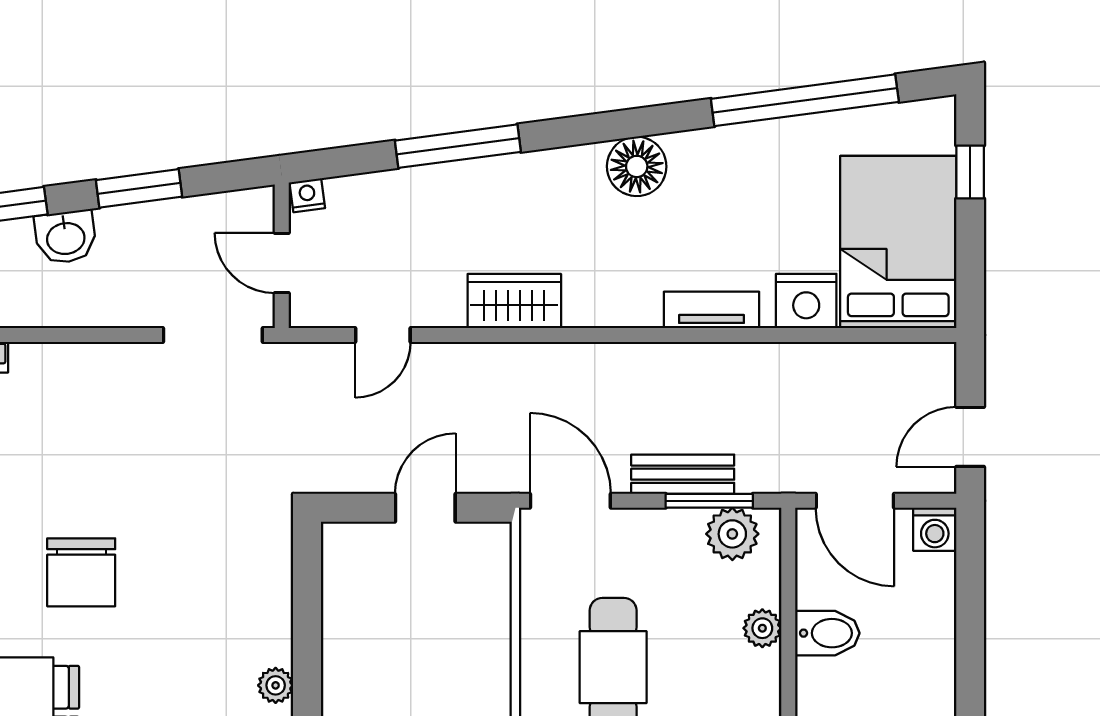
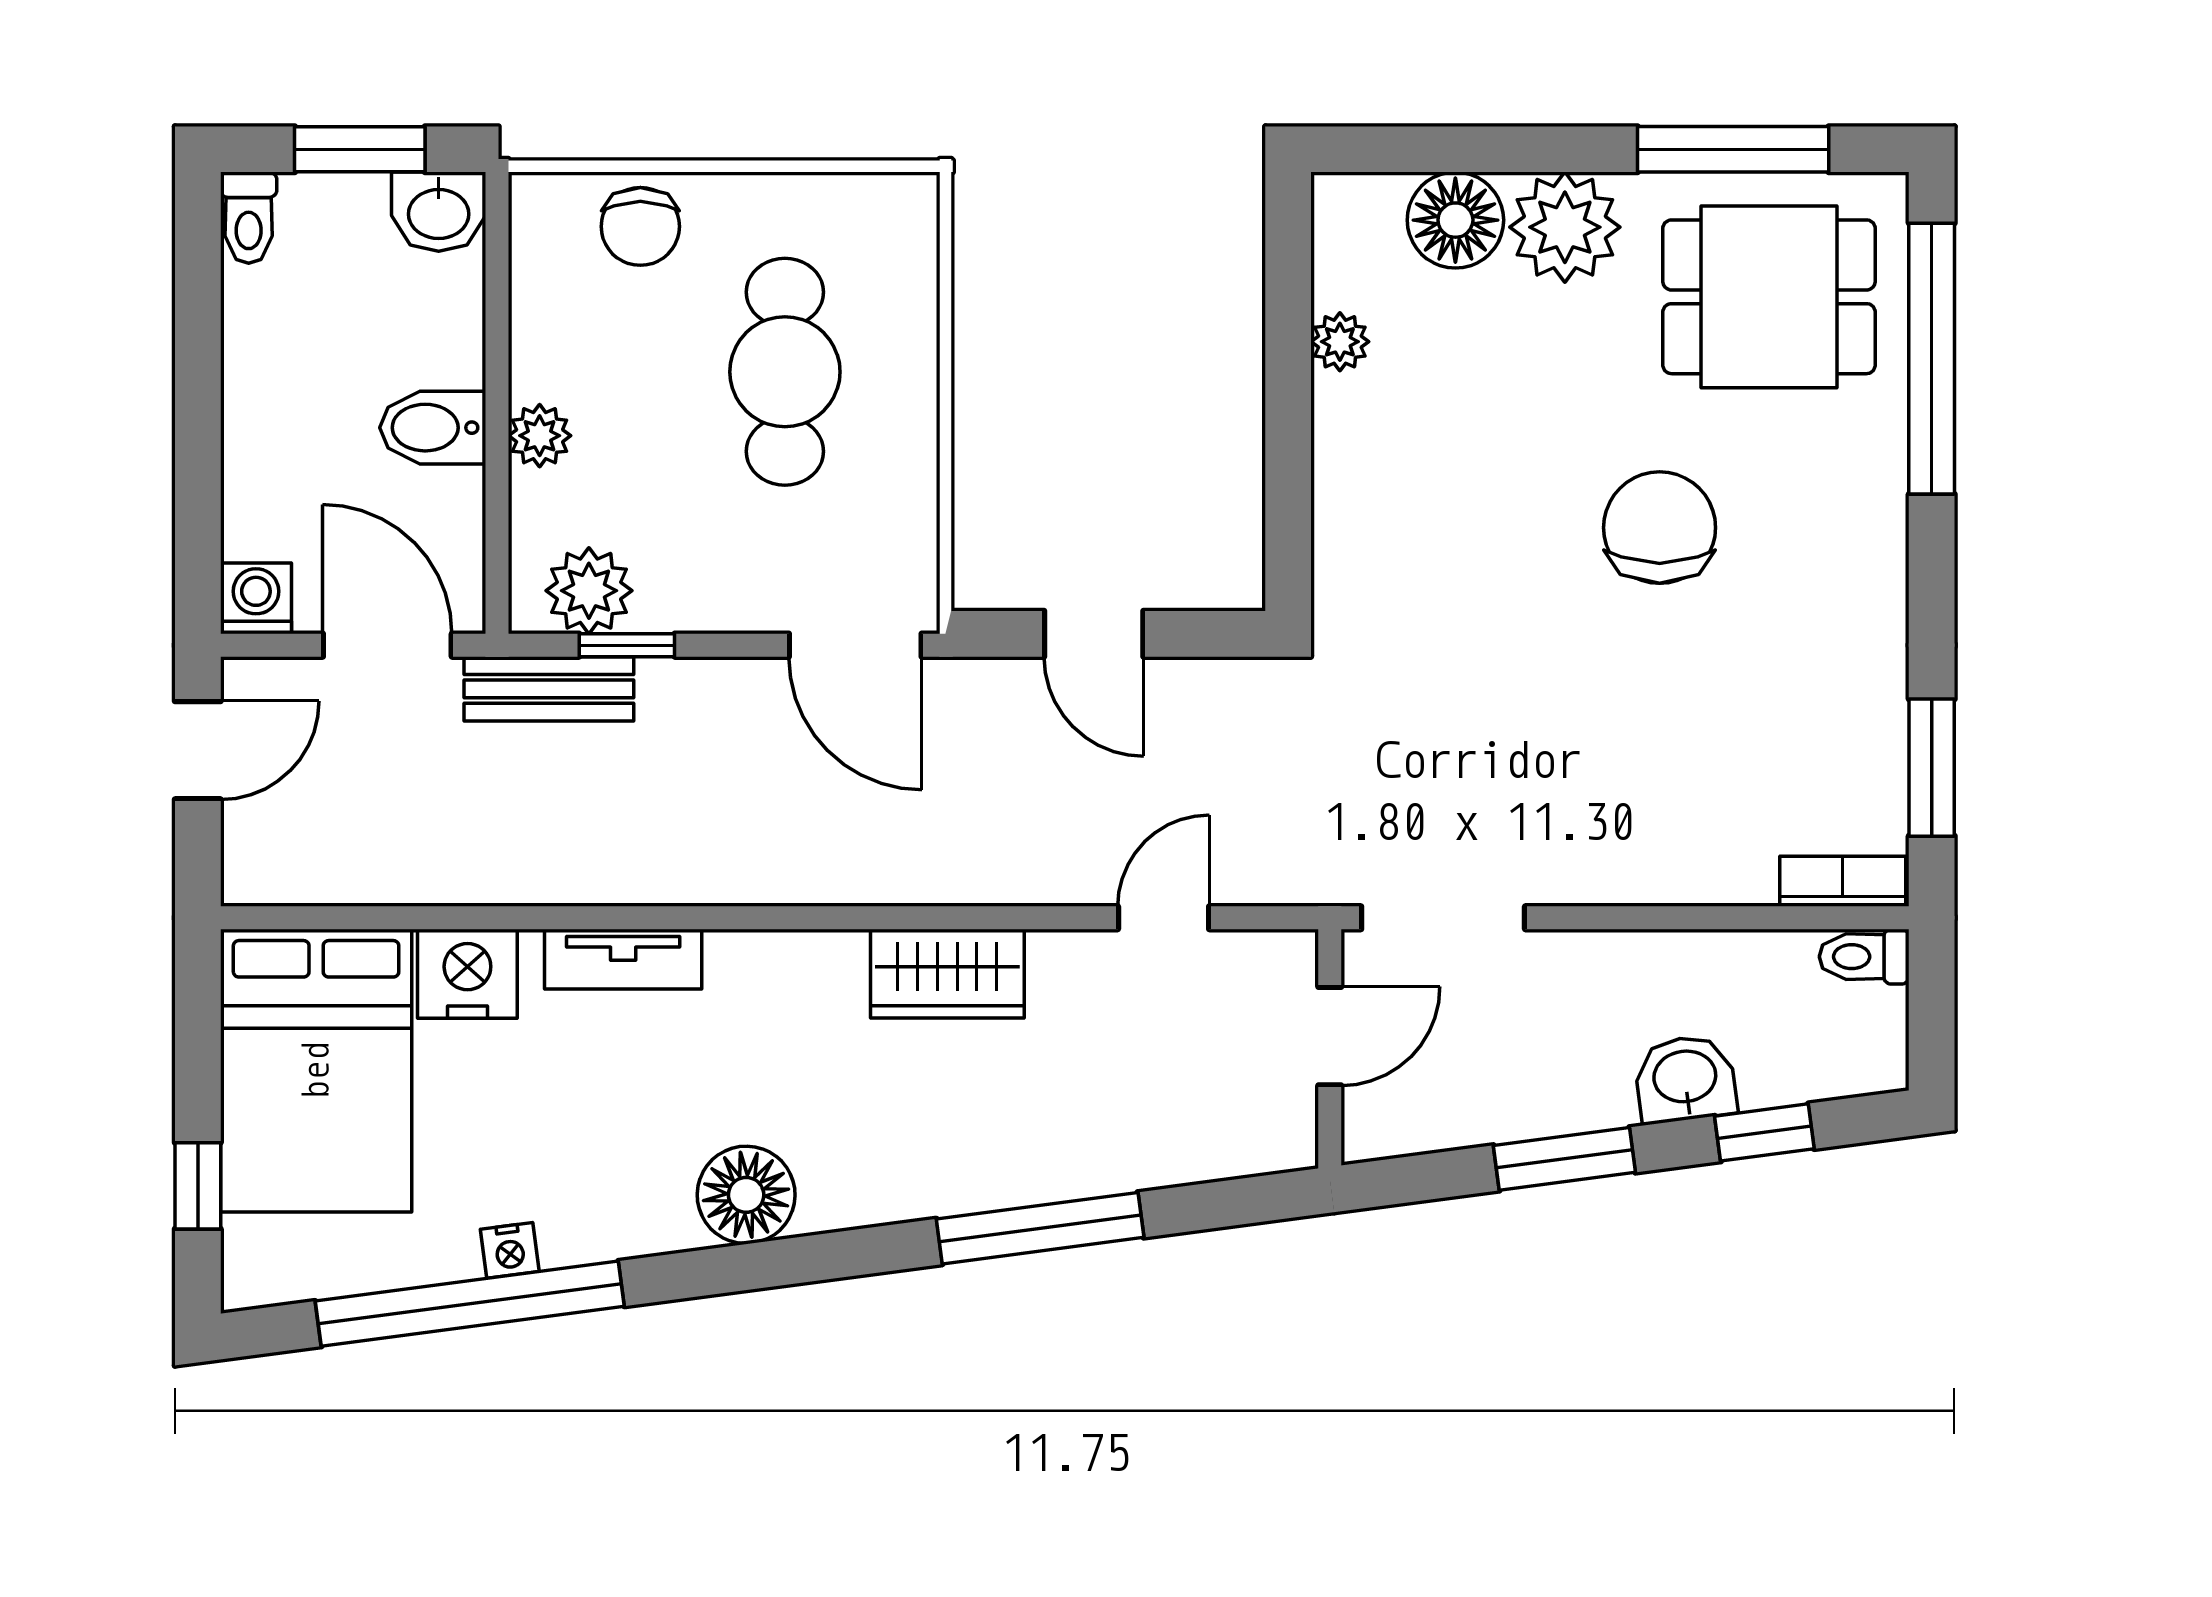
nightstand: (307, 195) -> (510, 1250), moved
door: (282, 263) -> (1330, 1036), hinge flipped
bench: (683, 474) -> (549, 689), moved
window: (709, 501) -> (627, 645), width x0.67
door: (425, 508) -> (1094, 634), hinge flipped

